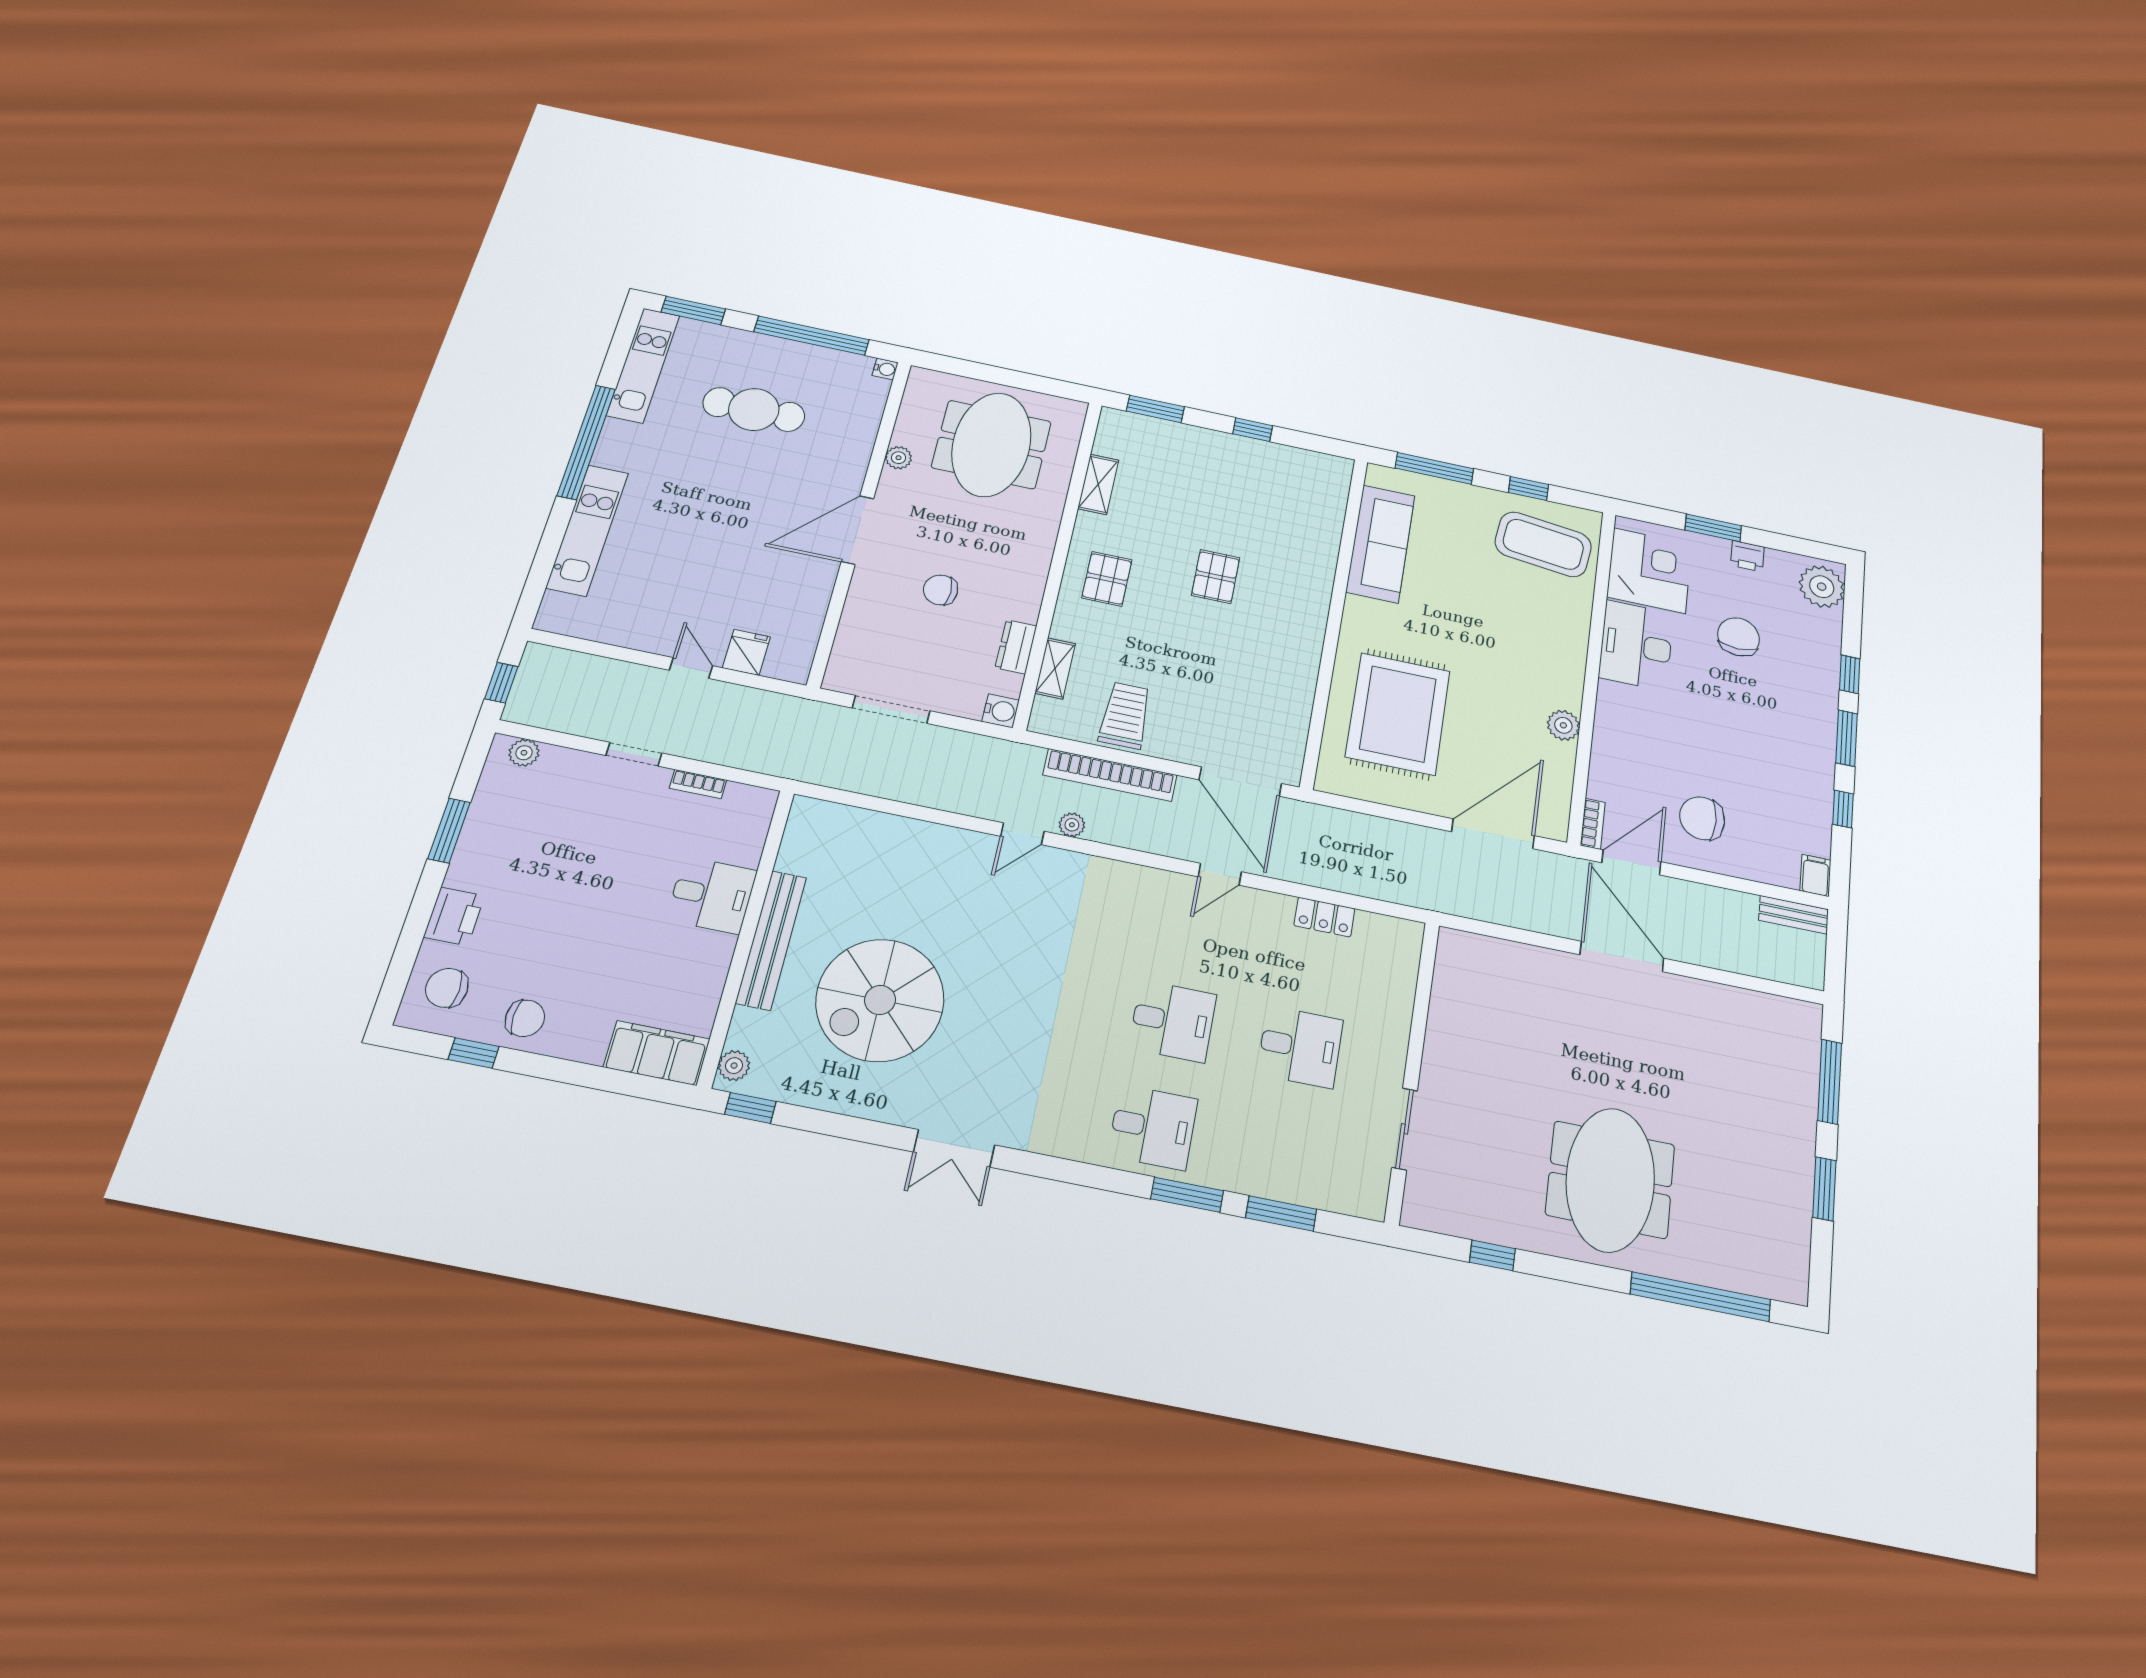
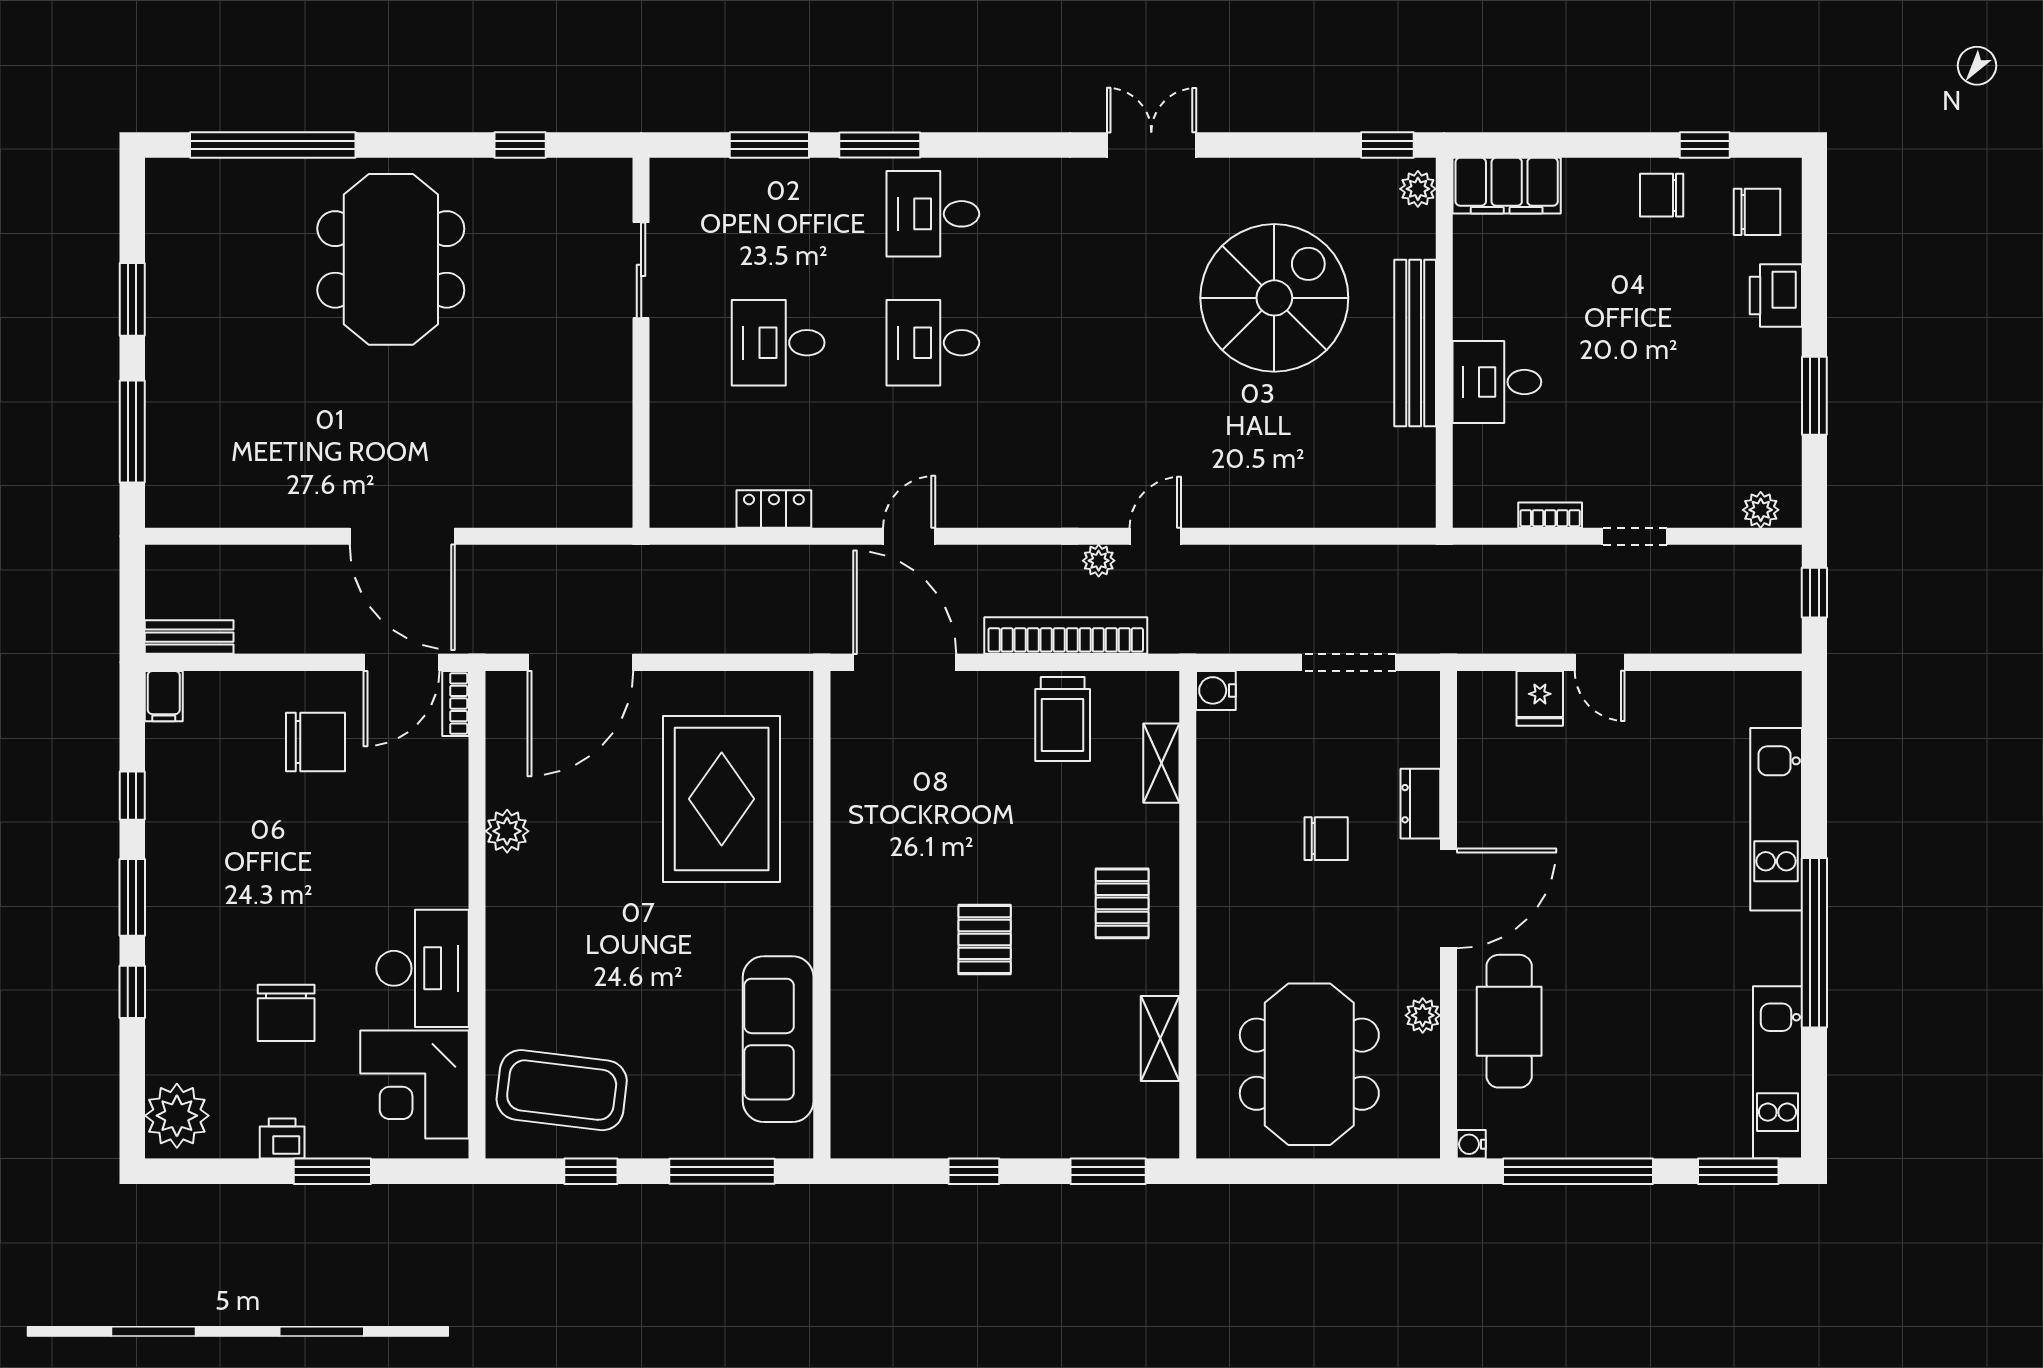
cafe table: (754, 409) -> (1509, 1021), moved, turned 90
dresser: (1016, 647) -> (1420, 804), moved, turned 180

